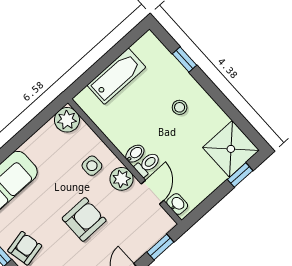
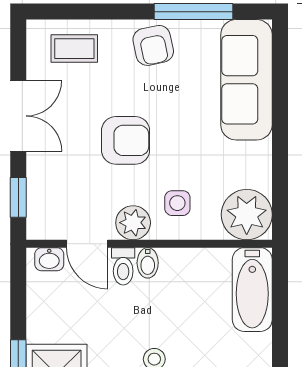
bathtub: (116, 76) -> (252, 290), moved
plant: (67, 120) -> (247, 215), width x1.36, depth x1.36
armchair: (84, 219) -> (126, 140), turned -90

